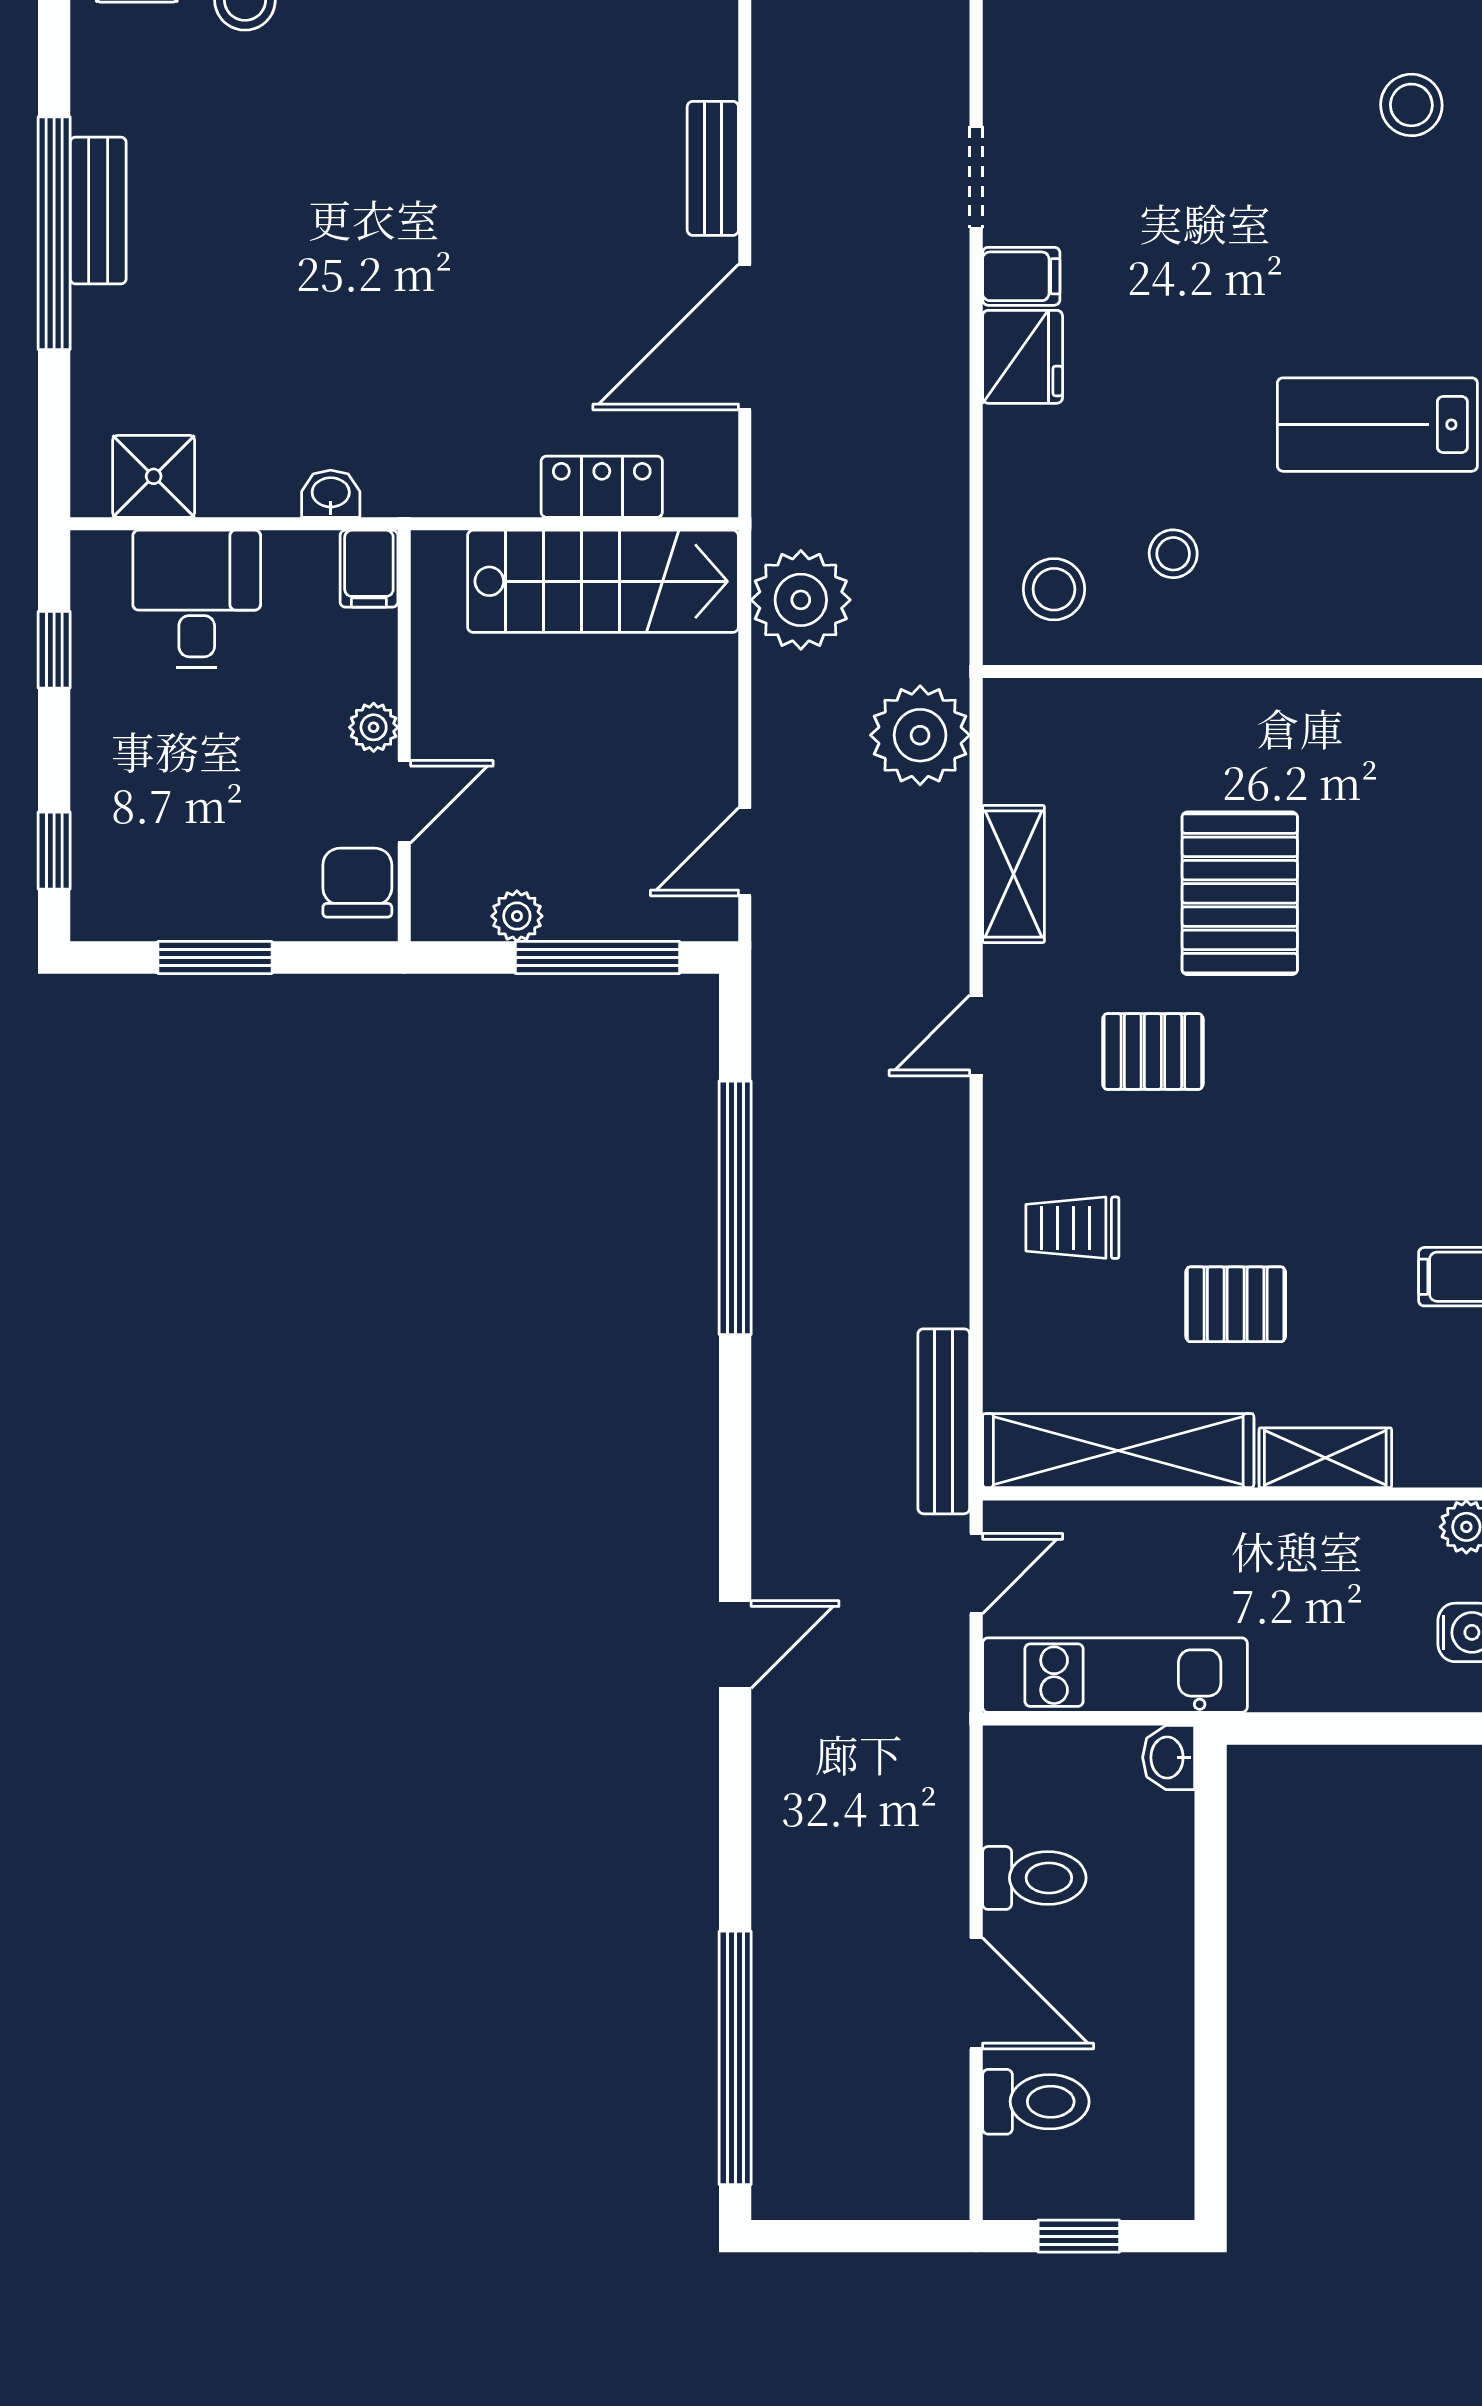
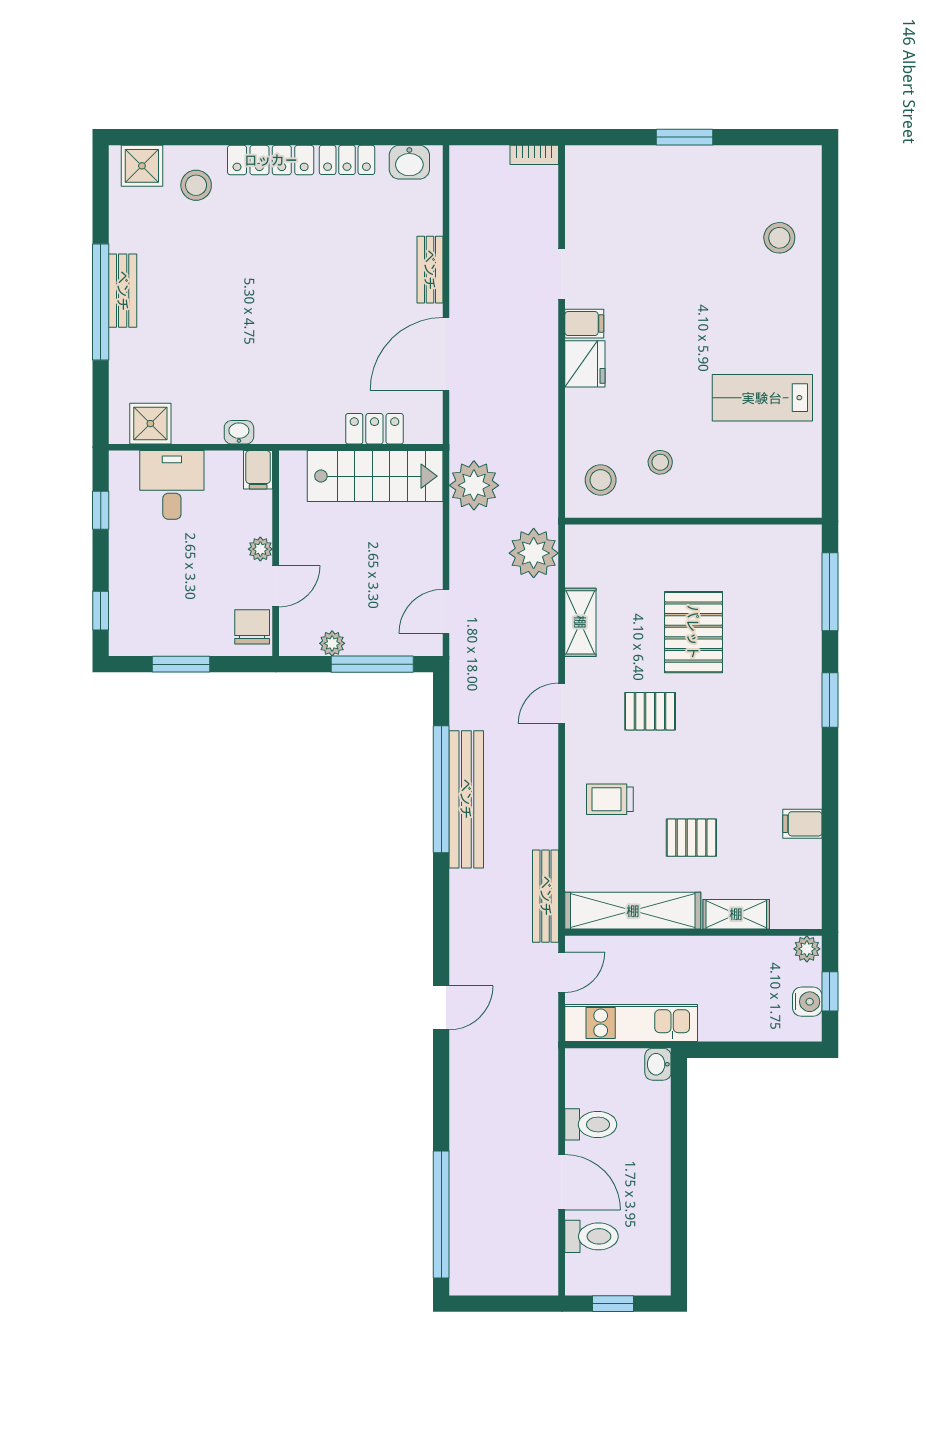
bench: (785, 1228) -> (466, 799), added

